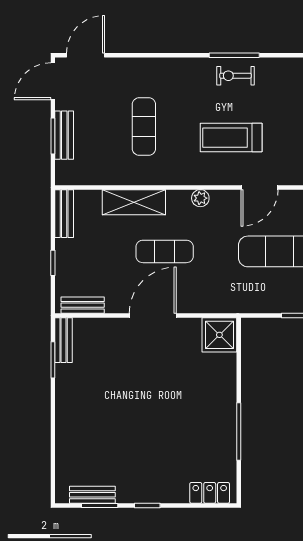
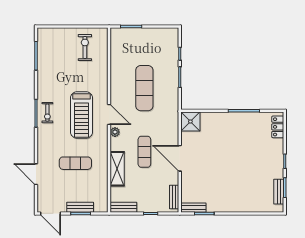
door: (86, 55) -> (36, 174), moved
treadmill: (231, 138) -> (81, 115), width x1.37, depth x1.37
door: (260, 187) -> (109, 115), moved

